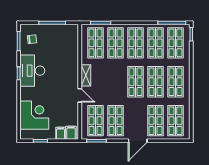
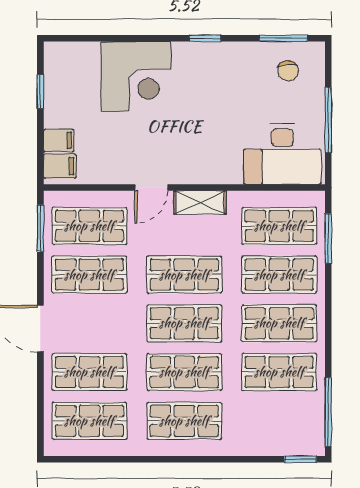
shop shelf: (175, 43) -> (184, 275), moved
desk: (32, 71) -> (282, 154), moved, turned 180
corner desk: (34, 115) -> (136, 76), moved

